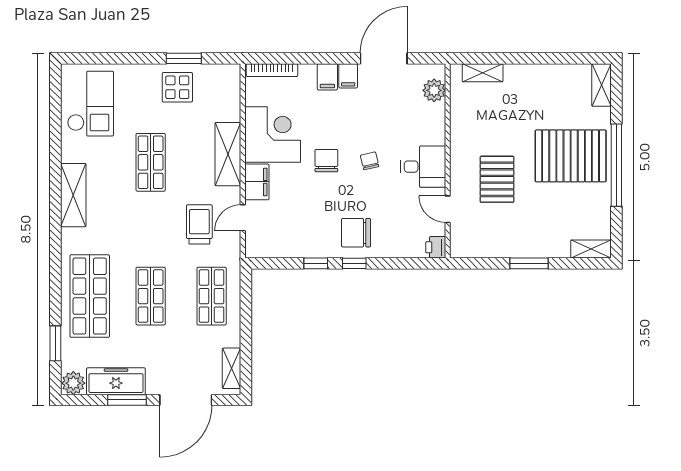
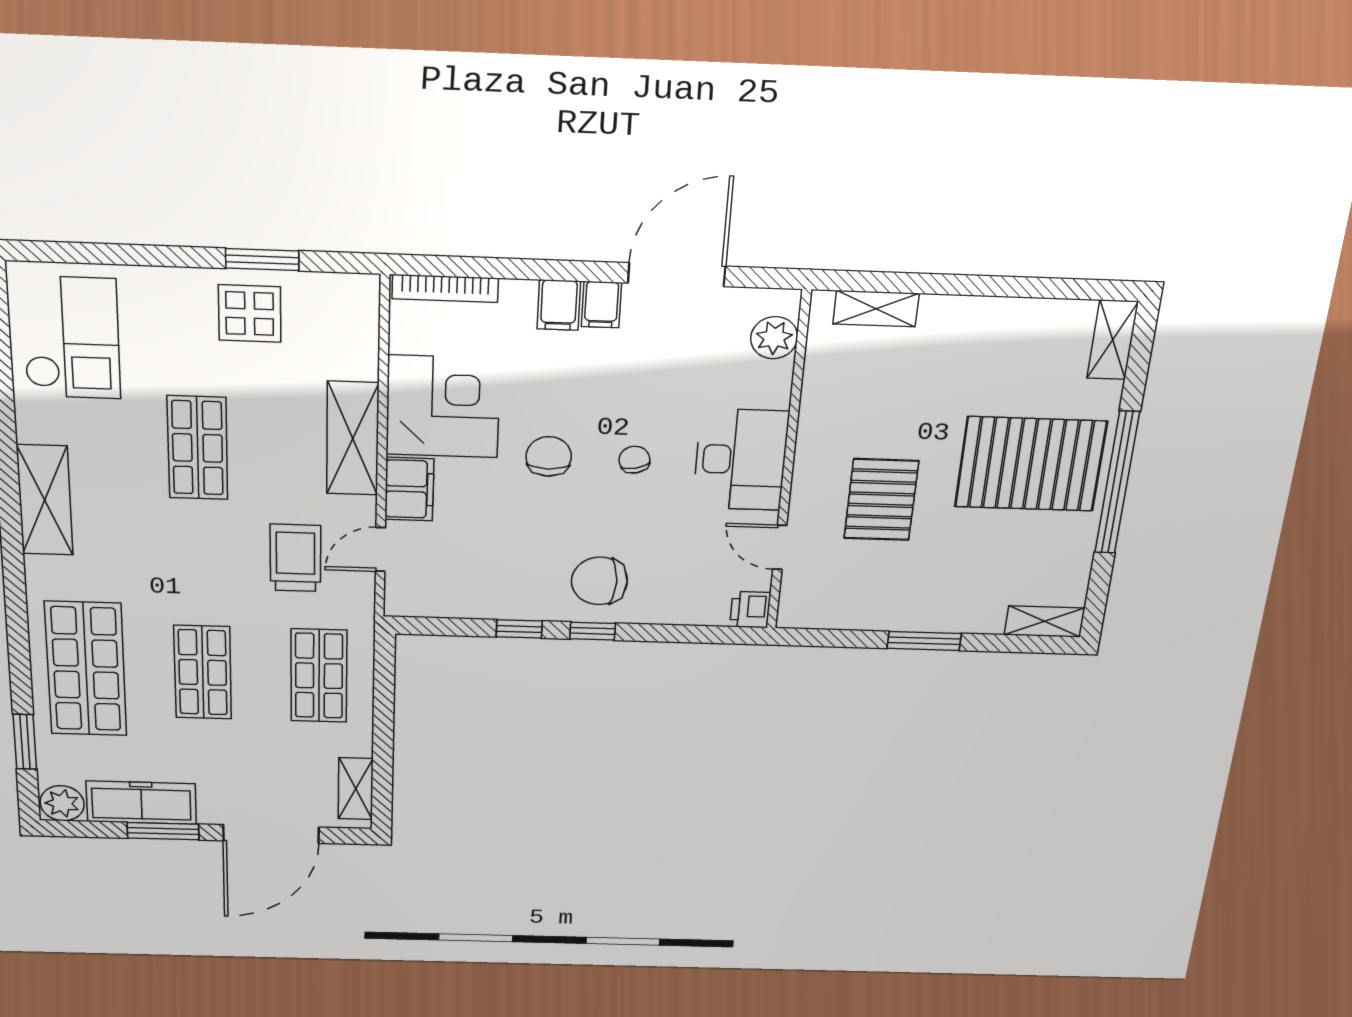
desk: (423, 167) -> (741, 460), width x1.37

